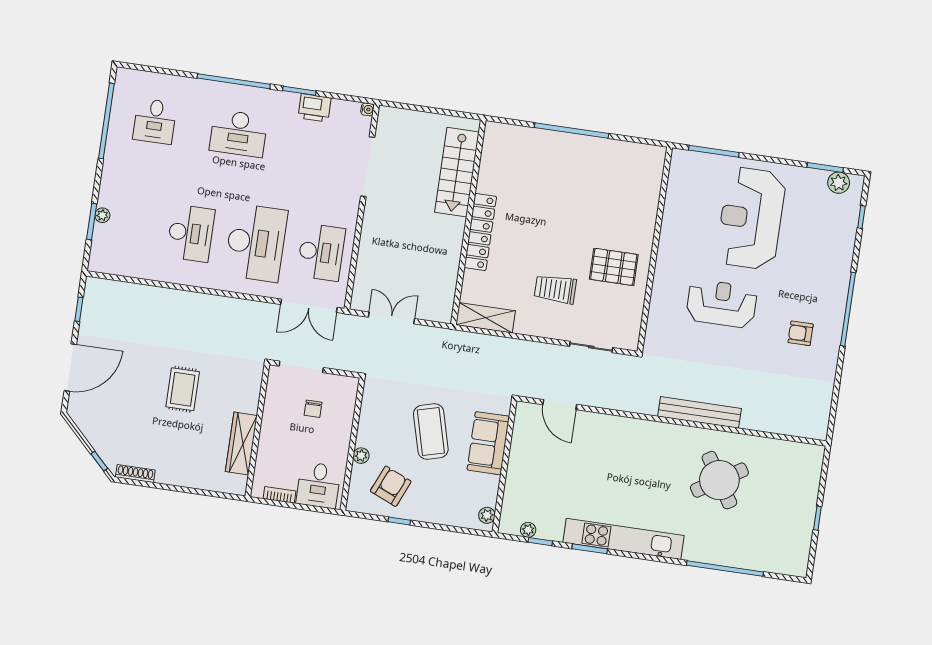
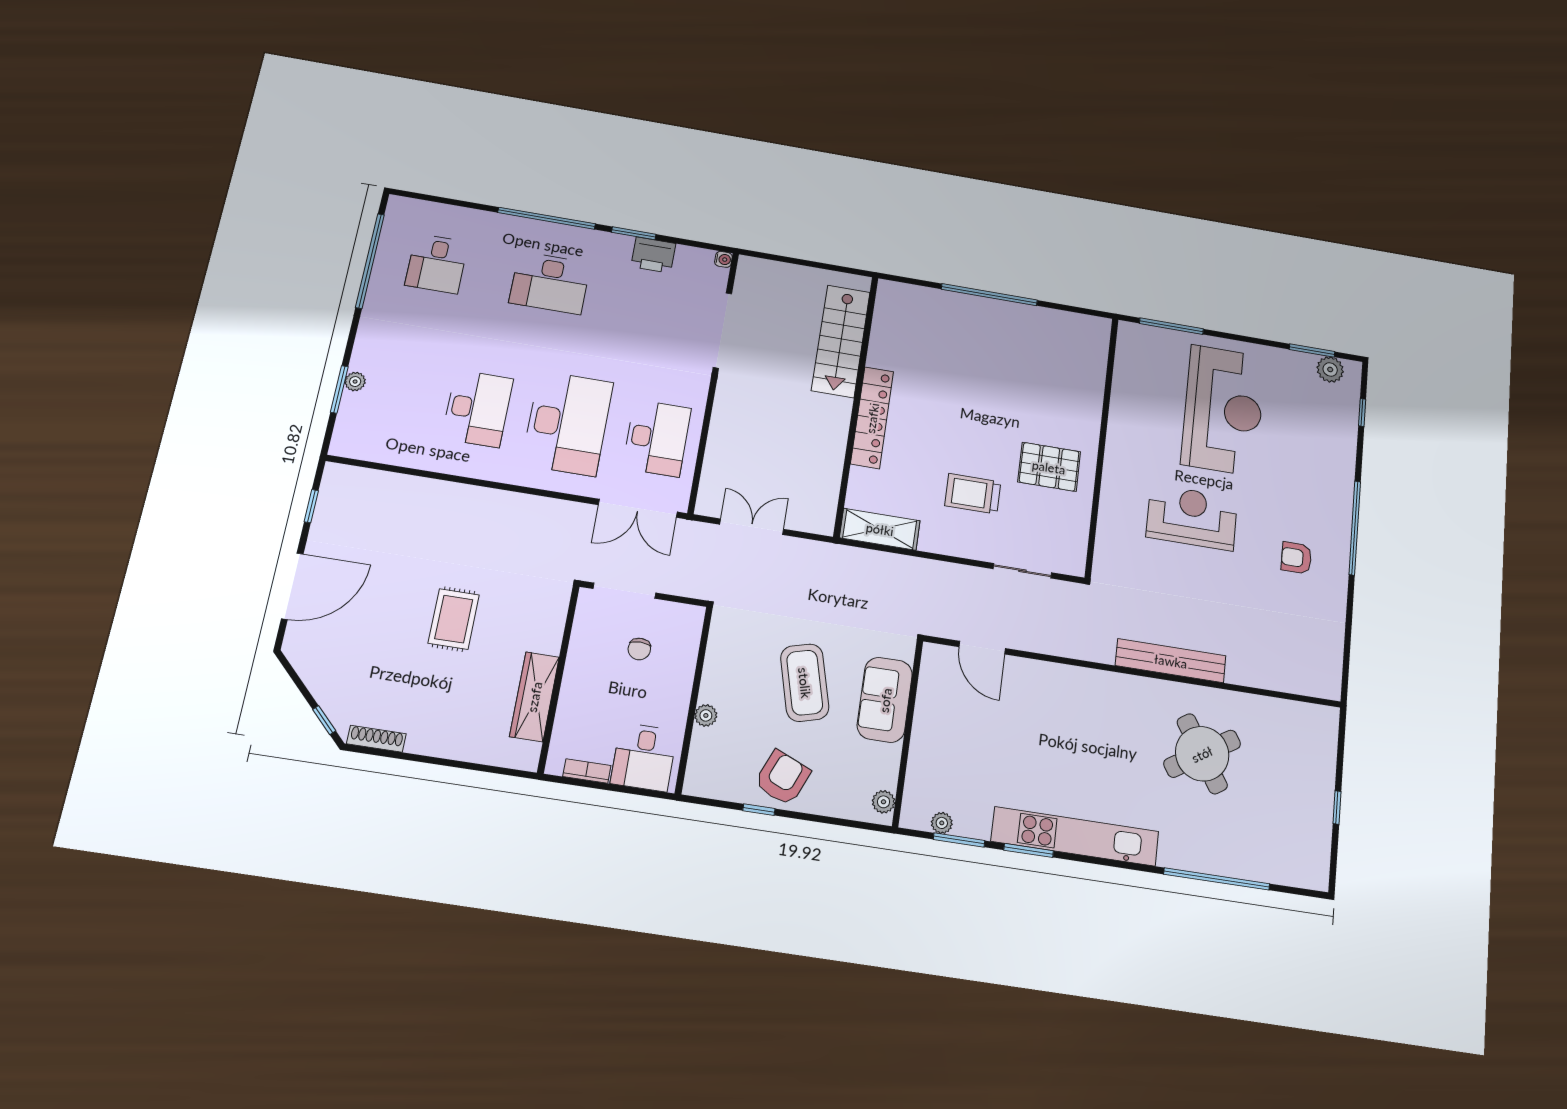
reception desk: (751, 218) -> (1223, 410), turned 180
armchair: (391, 486) -> (783, 778), moved
window: (540, 542) -> (959, 840), width x1.50

